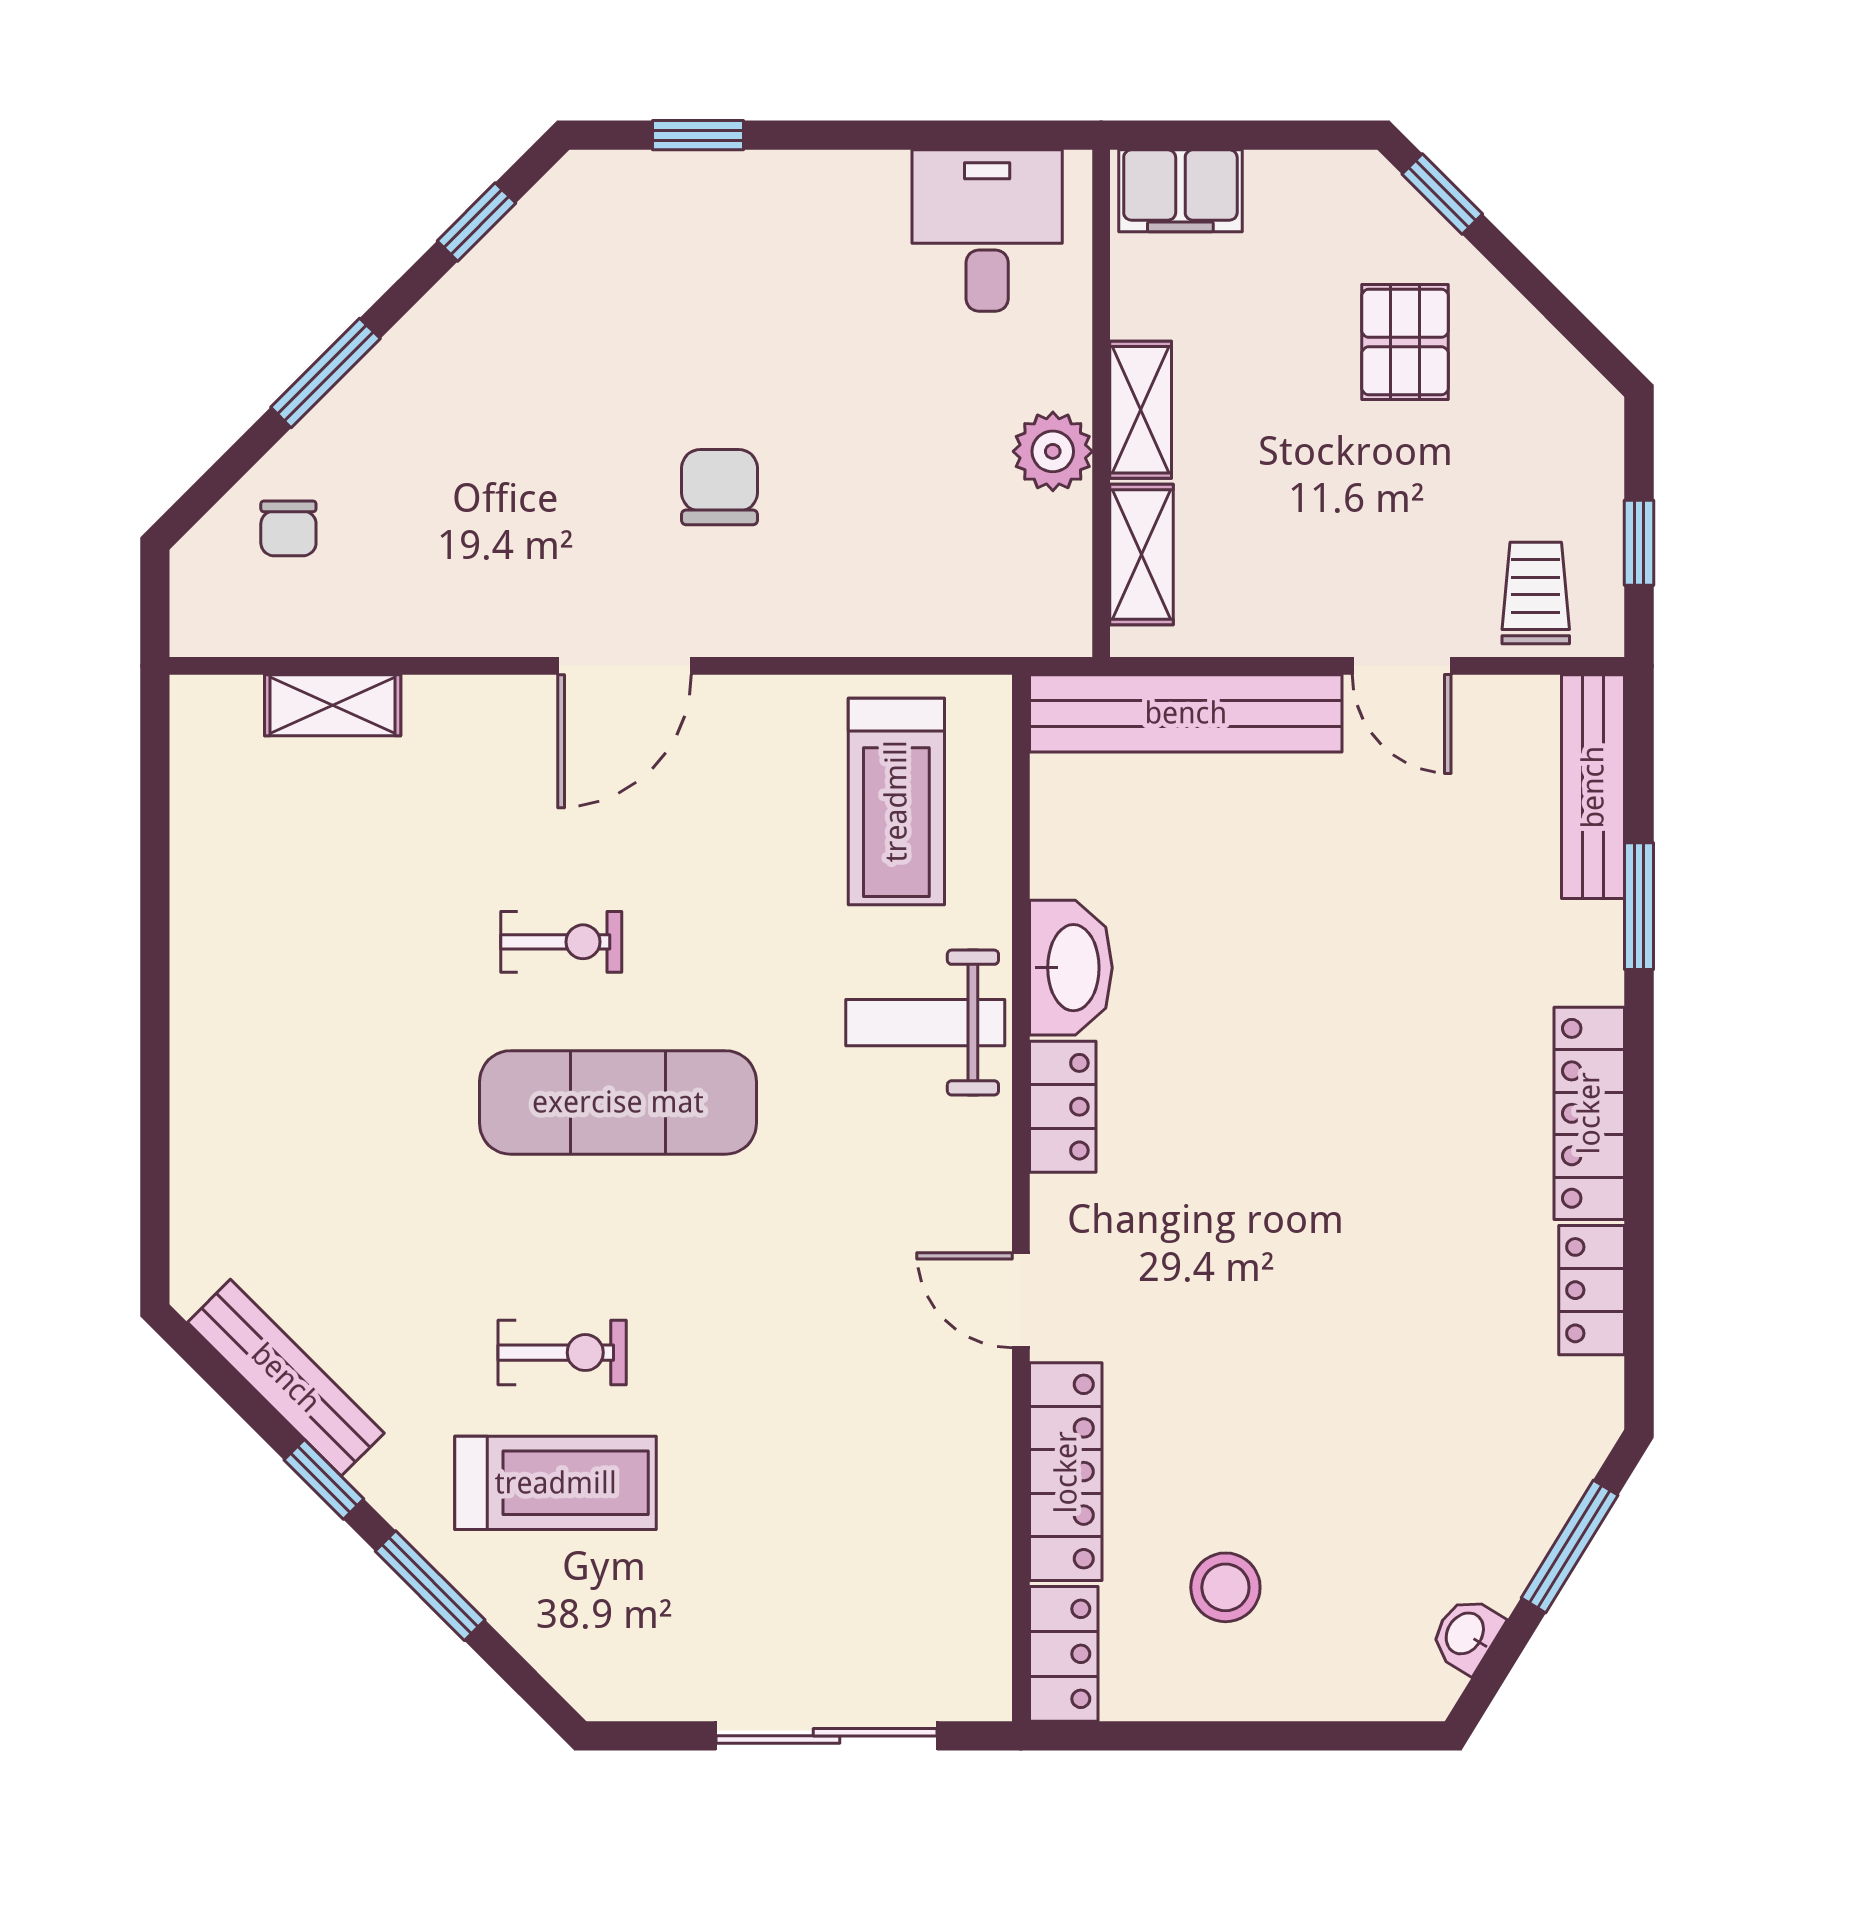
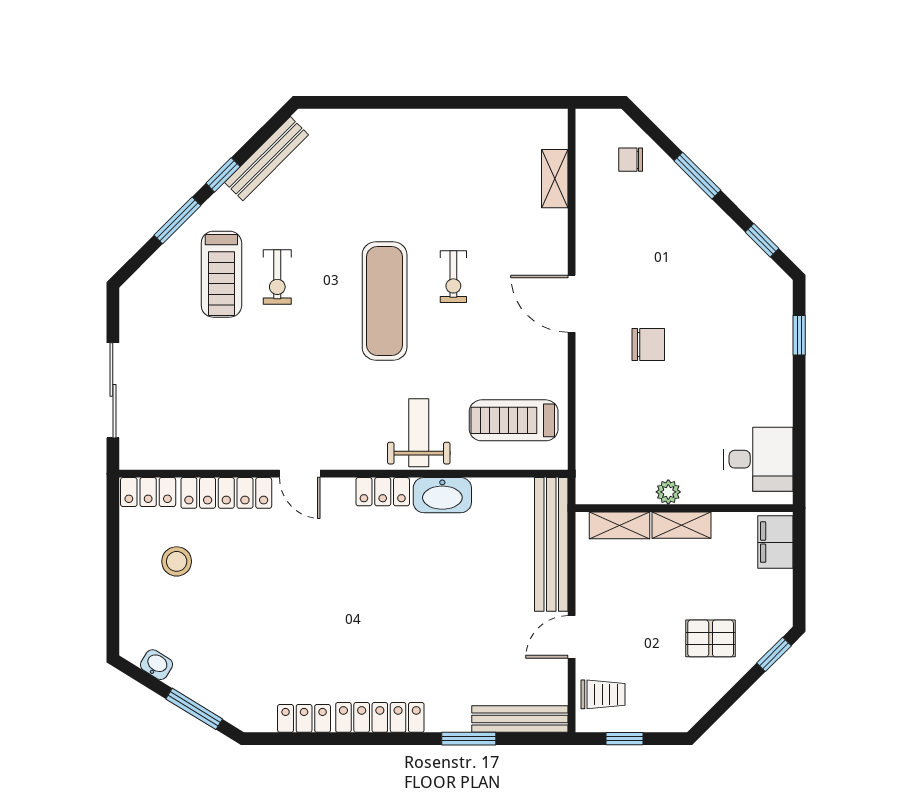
plant: (1053, 451) -> (668, 492), width x0.73, depth x0.73
door: (1021, 1300) -> (300, 474), swing flipped

